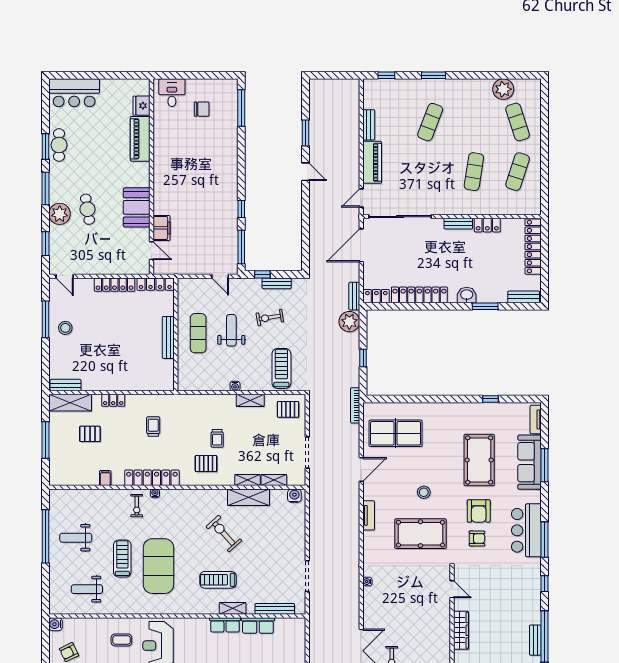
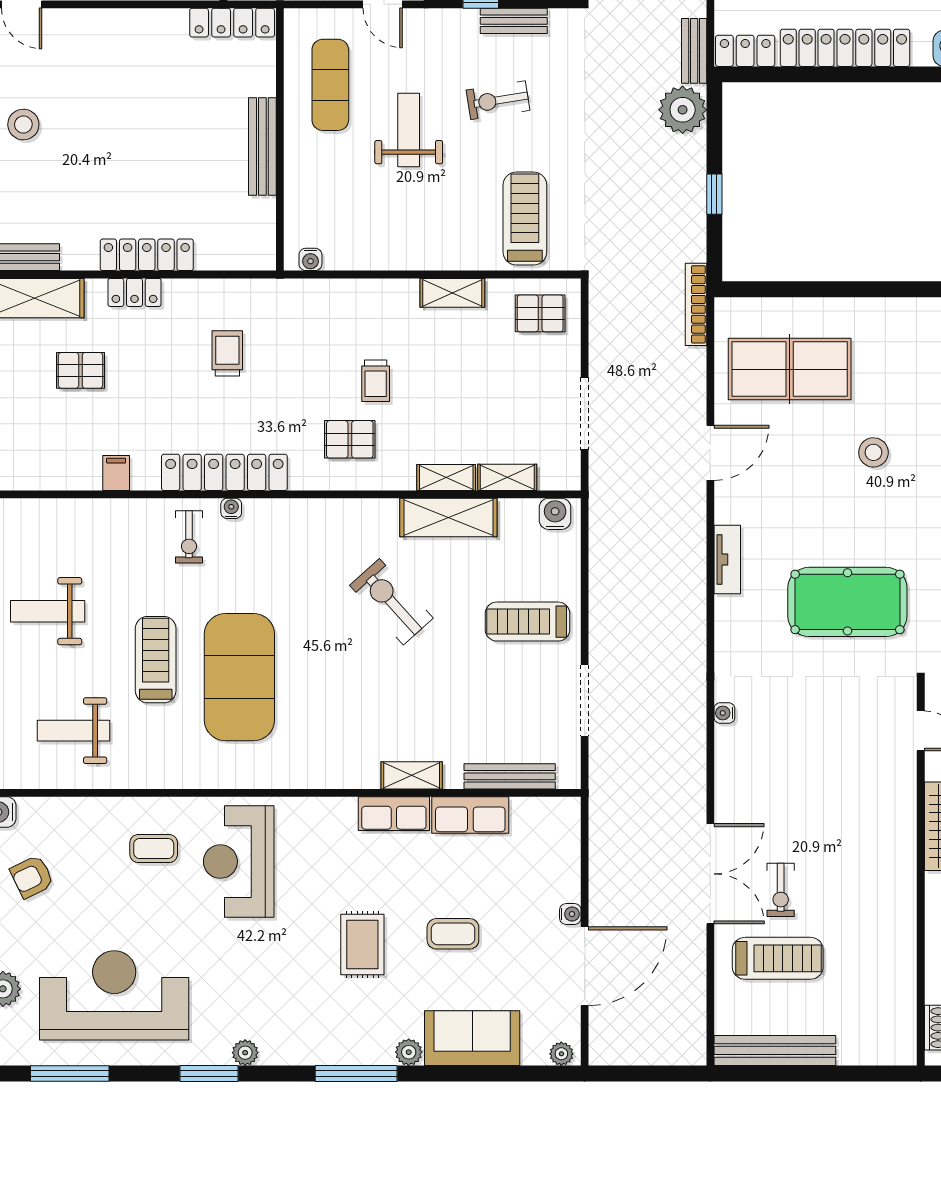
locker: (115, 285) -> (147, 255), moved, turned 180
exercise mat: (198, 333) -> (330, 85), moved
water cooler: (235, 386) -> (310, 259), moved
stool: (424, 492) -> (873, 452), moved
treadmill: (218, 580) -> (527, 622), moved

